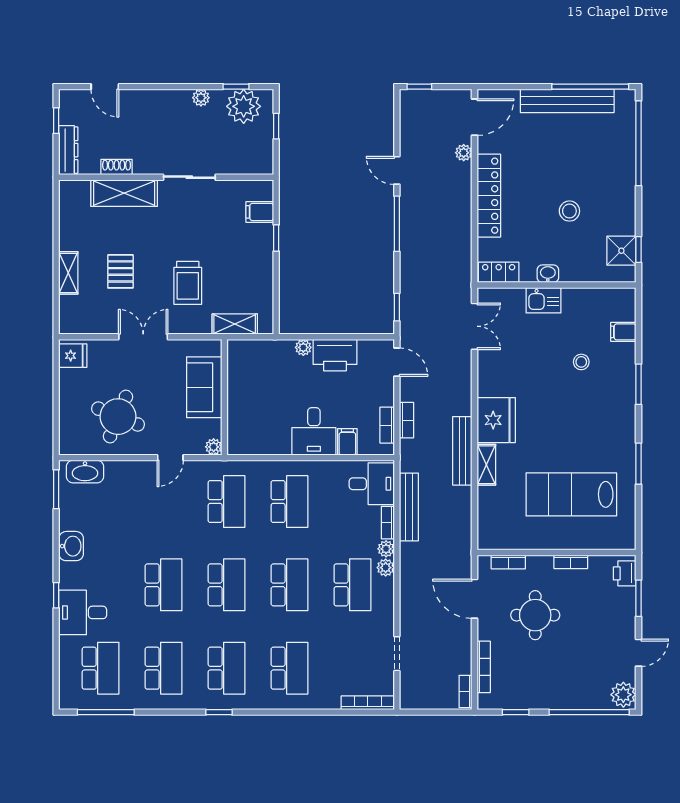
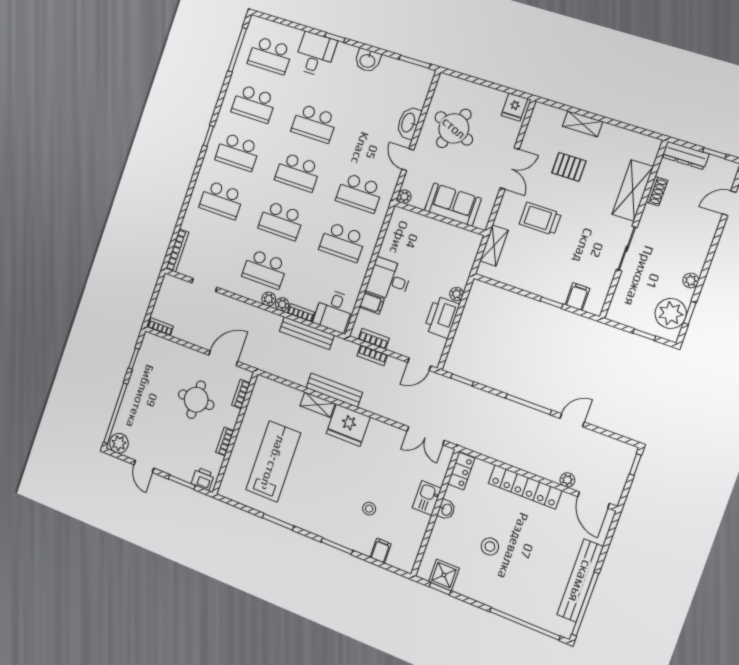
washbasin: (85, 472) -> (409, 123), moved
bookcase: (484, 667) -> (173, 347), removed

